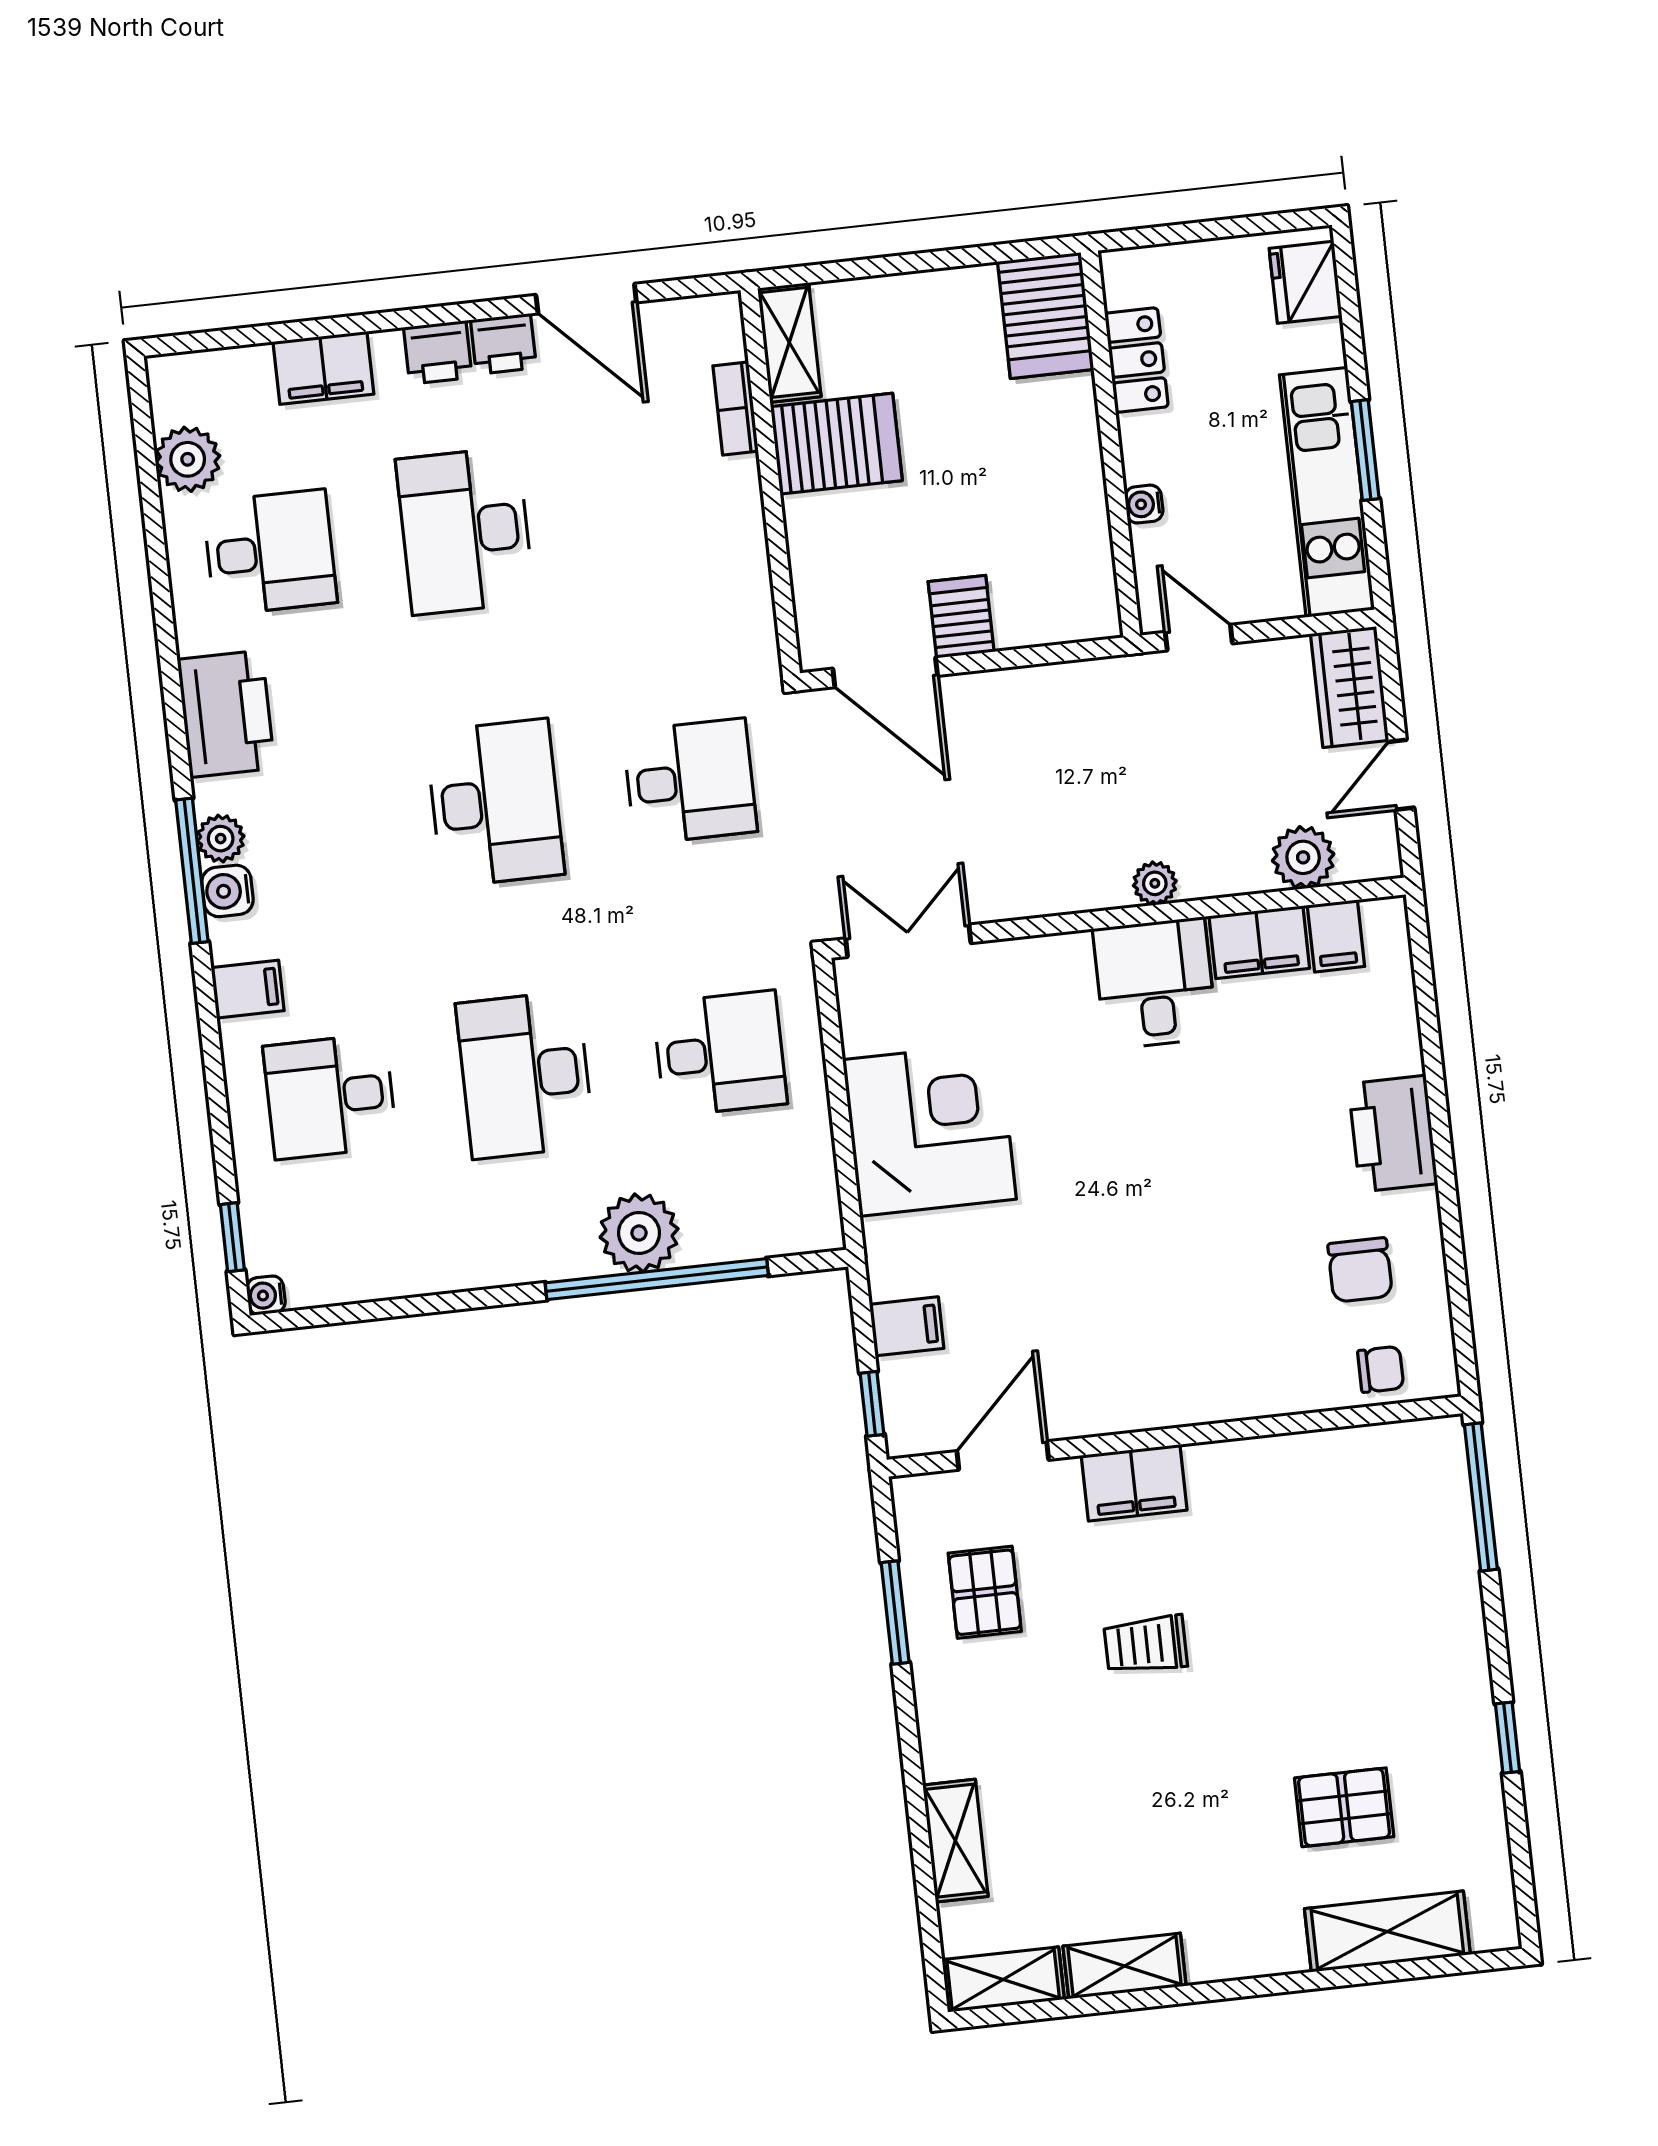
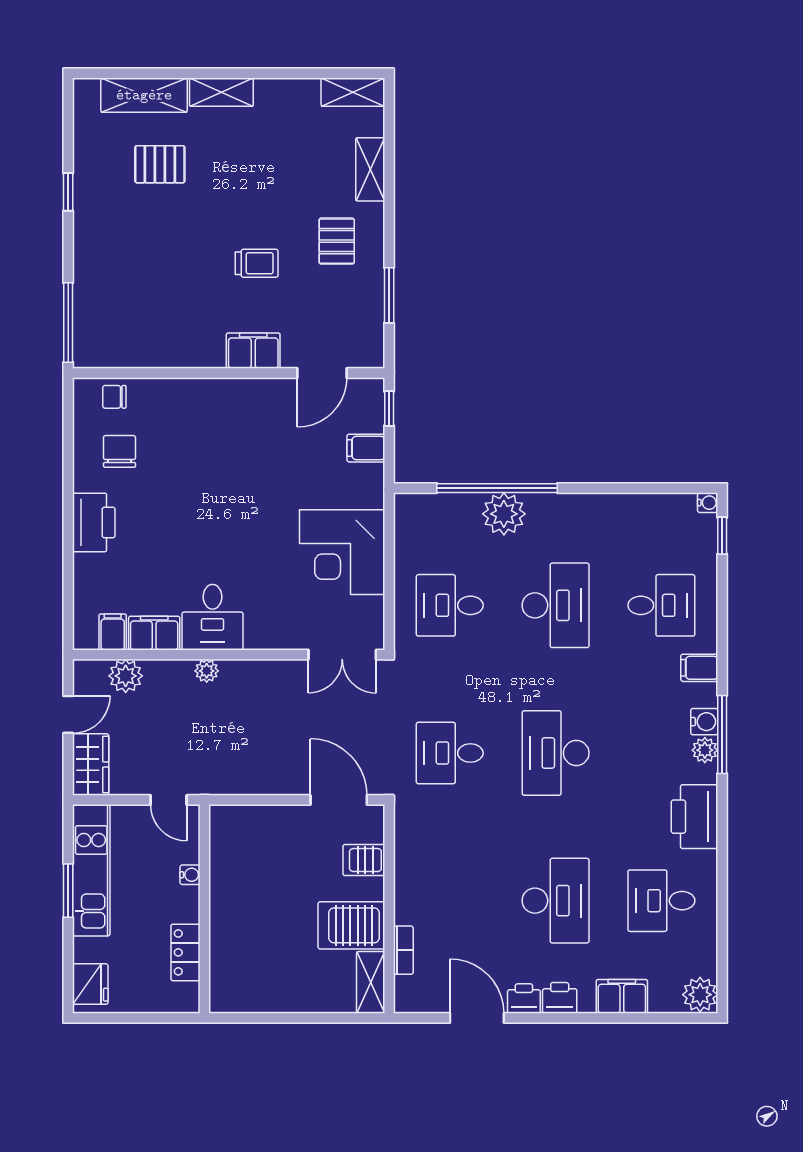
server rack: (1046, 316) -> (232, 982), removed
plant: (188, 459) -> (700, 995), moved
server rack: (961, 617) -> (364, 860), moved, turned 90
pallet: (985, 1592) -> (337, 241), moved
shelving: (1125, 1966) -> (221, 92), moved

